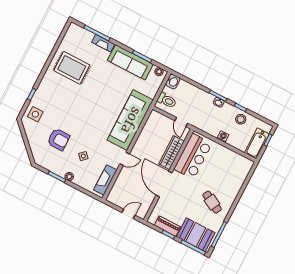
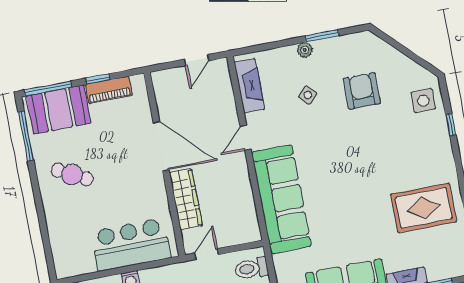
door: (181, 122) -> (206, 254), hinge flipped
armchair: (59, 139) -> (362, 91), turned 90
bar counter: (193, 156) -> (131, 245), moved, turned 90
door: (129, 214) -> (197, 60), moved

